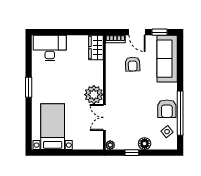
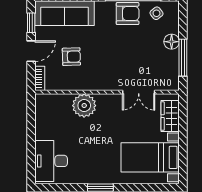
wardrobe: (96, 48) -> (170, 116), moved, turned 90
plant: (94, 95) -> (84, 106), moved
plant: (110, 145) -> (173, 85), removed
window: (132, 153) -> (183, 58), width x2.17

